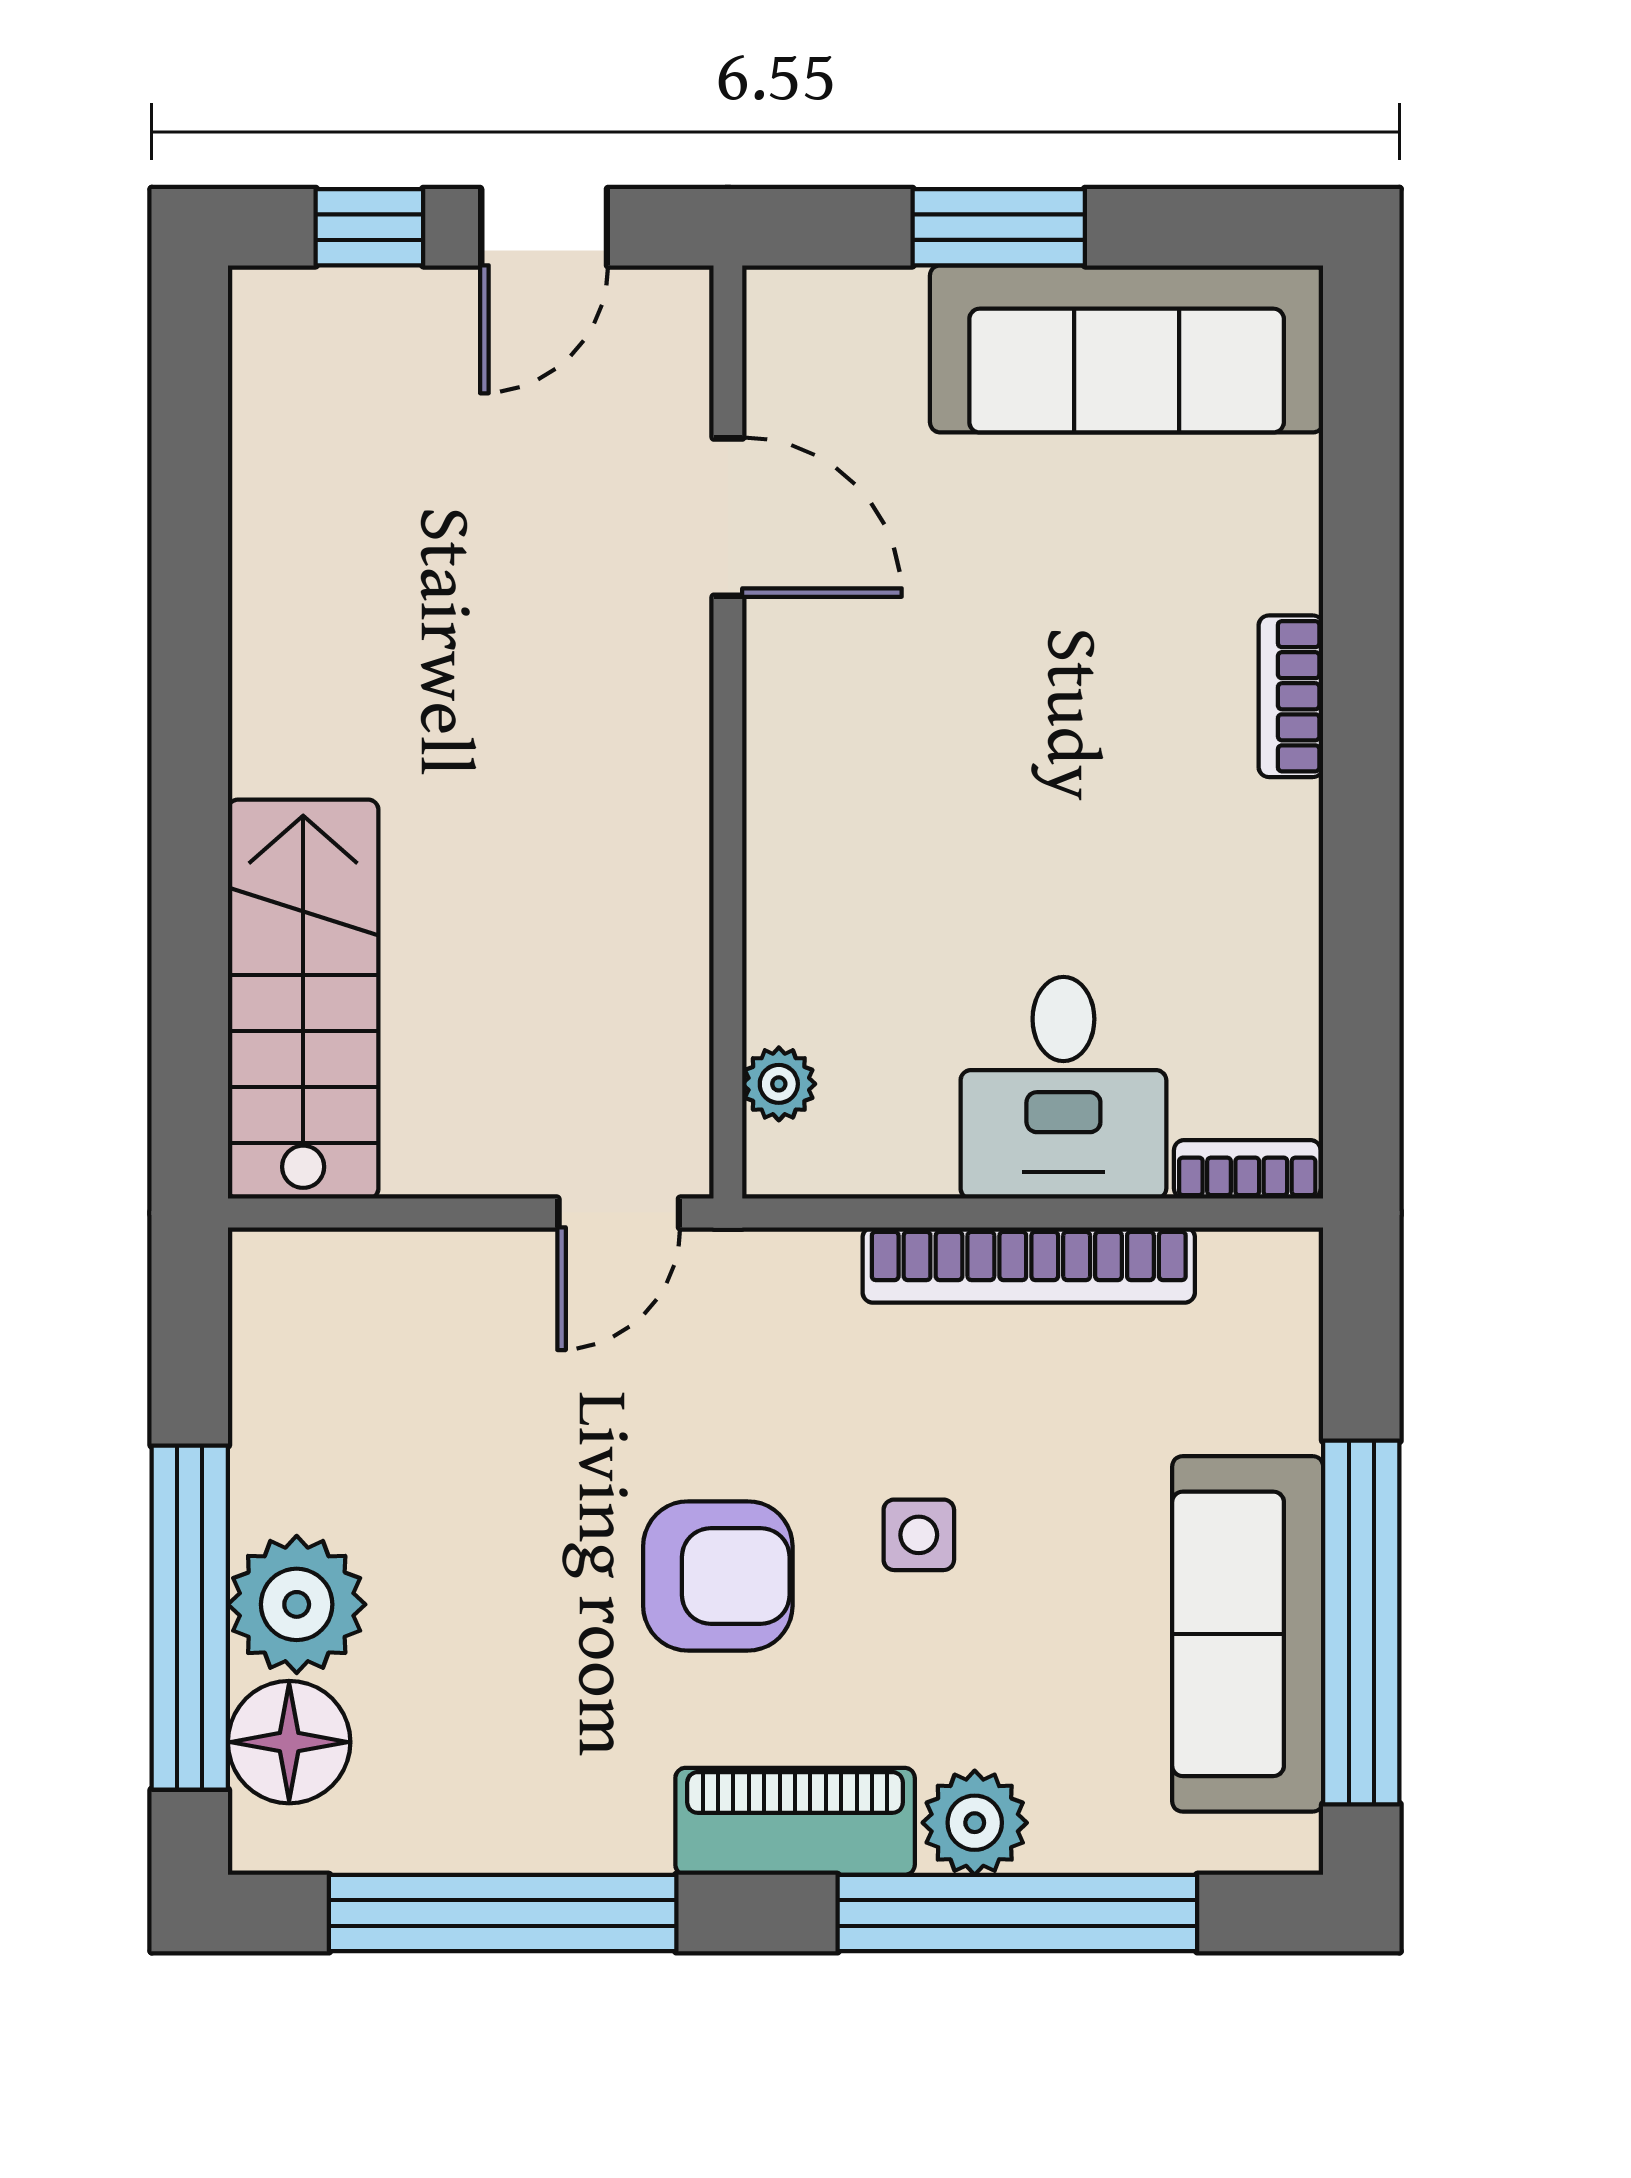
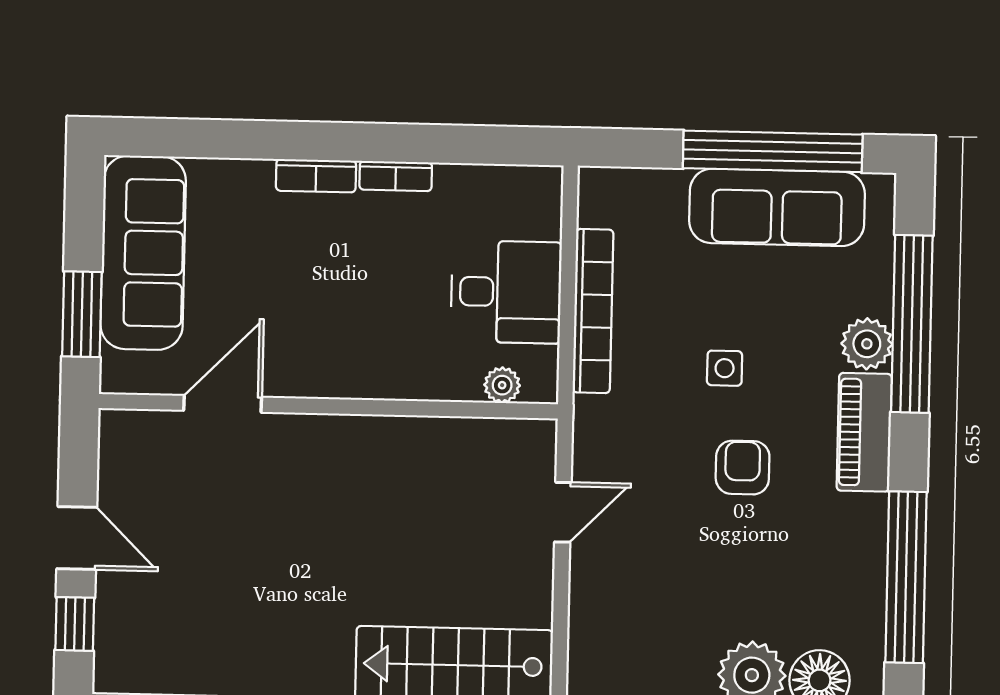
door: (728, 517) -> (223, 404), moved
wall: (728, 732) -> (328, 406), moved
plant: (779, 1084) -> (502, 385), moved
bookcase: (1247, 1169) -> (396, 176), moved, turned -90
door: (619, 1213) -> (563, 512), hinge flipped
armchair: (718, 1576) -> (743, 468), width x0.72, depth x0.72

